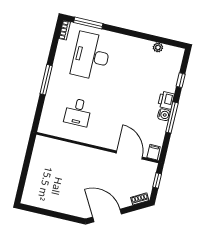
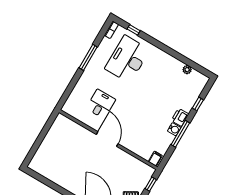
window: (88, 23) -> (134, 30), width x0.46
window: (46, 80) -> (88, 57), moved
desk: (78, 112) -> (101, 104), turned 180
door: (129, 155) -> (107, 139), moved

